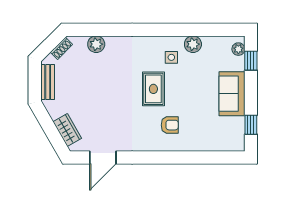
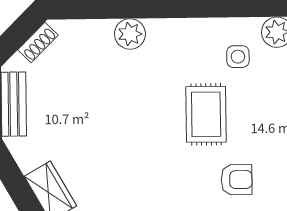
plant: (96, 44) -> (130, 34), moved

